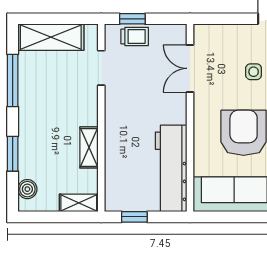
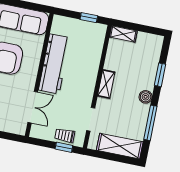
shelving: (89, 147) -> (106, 84), moved
workbench: (171, 168) -> (54, 64), moved
boiler: (27, 189) -> (146, 97), moved

